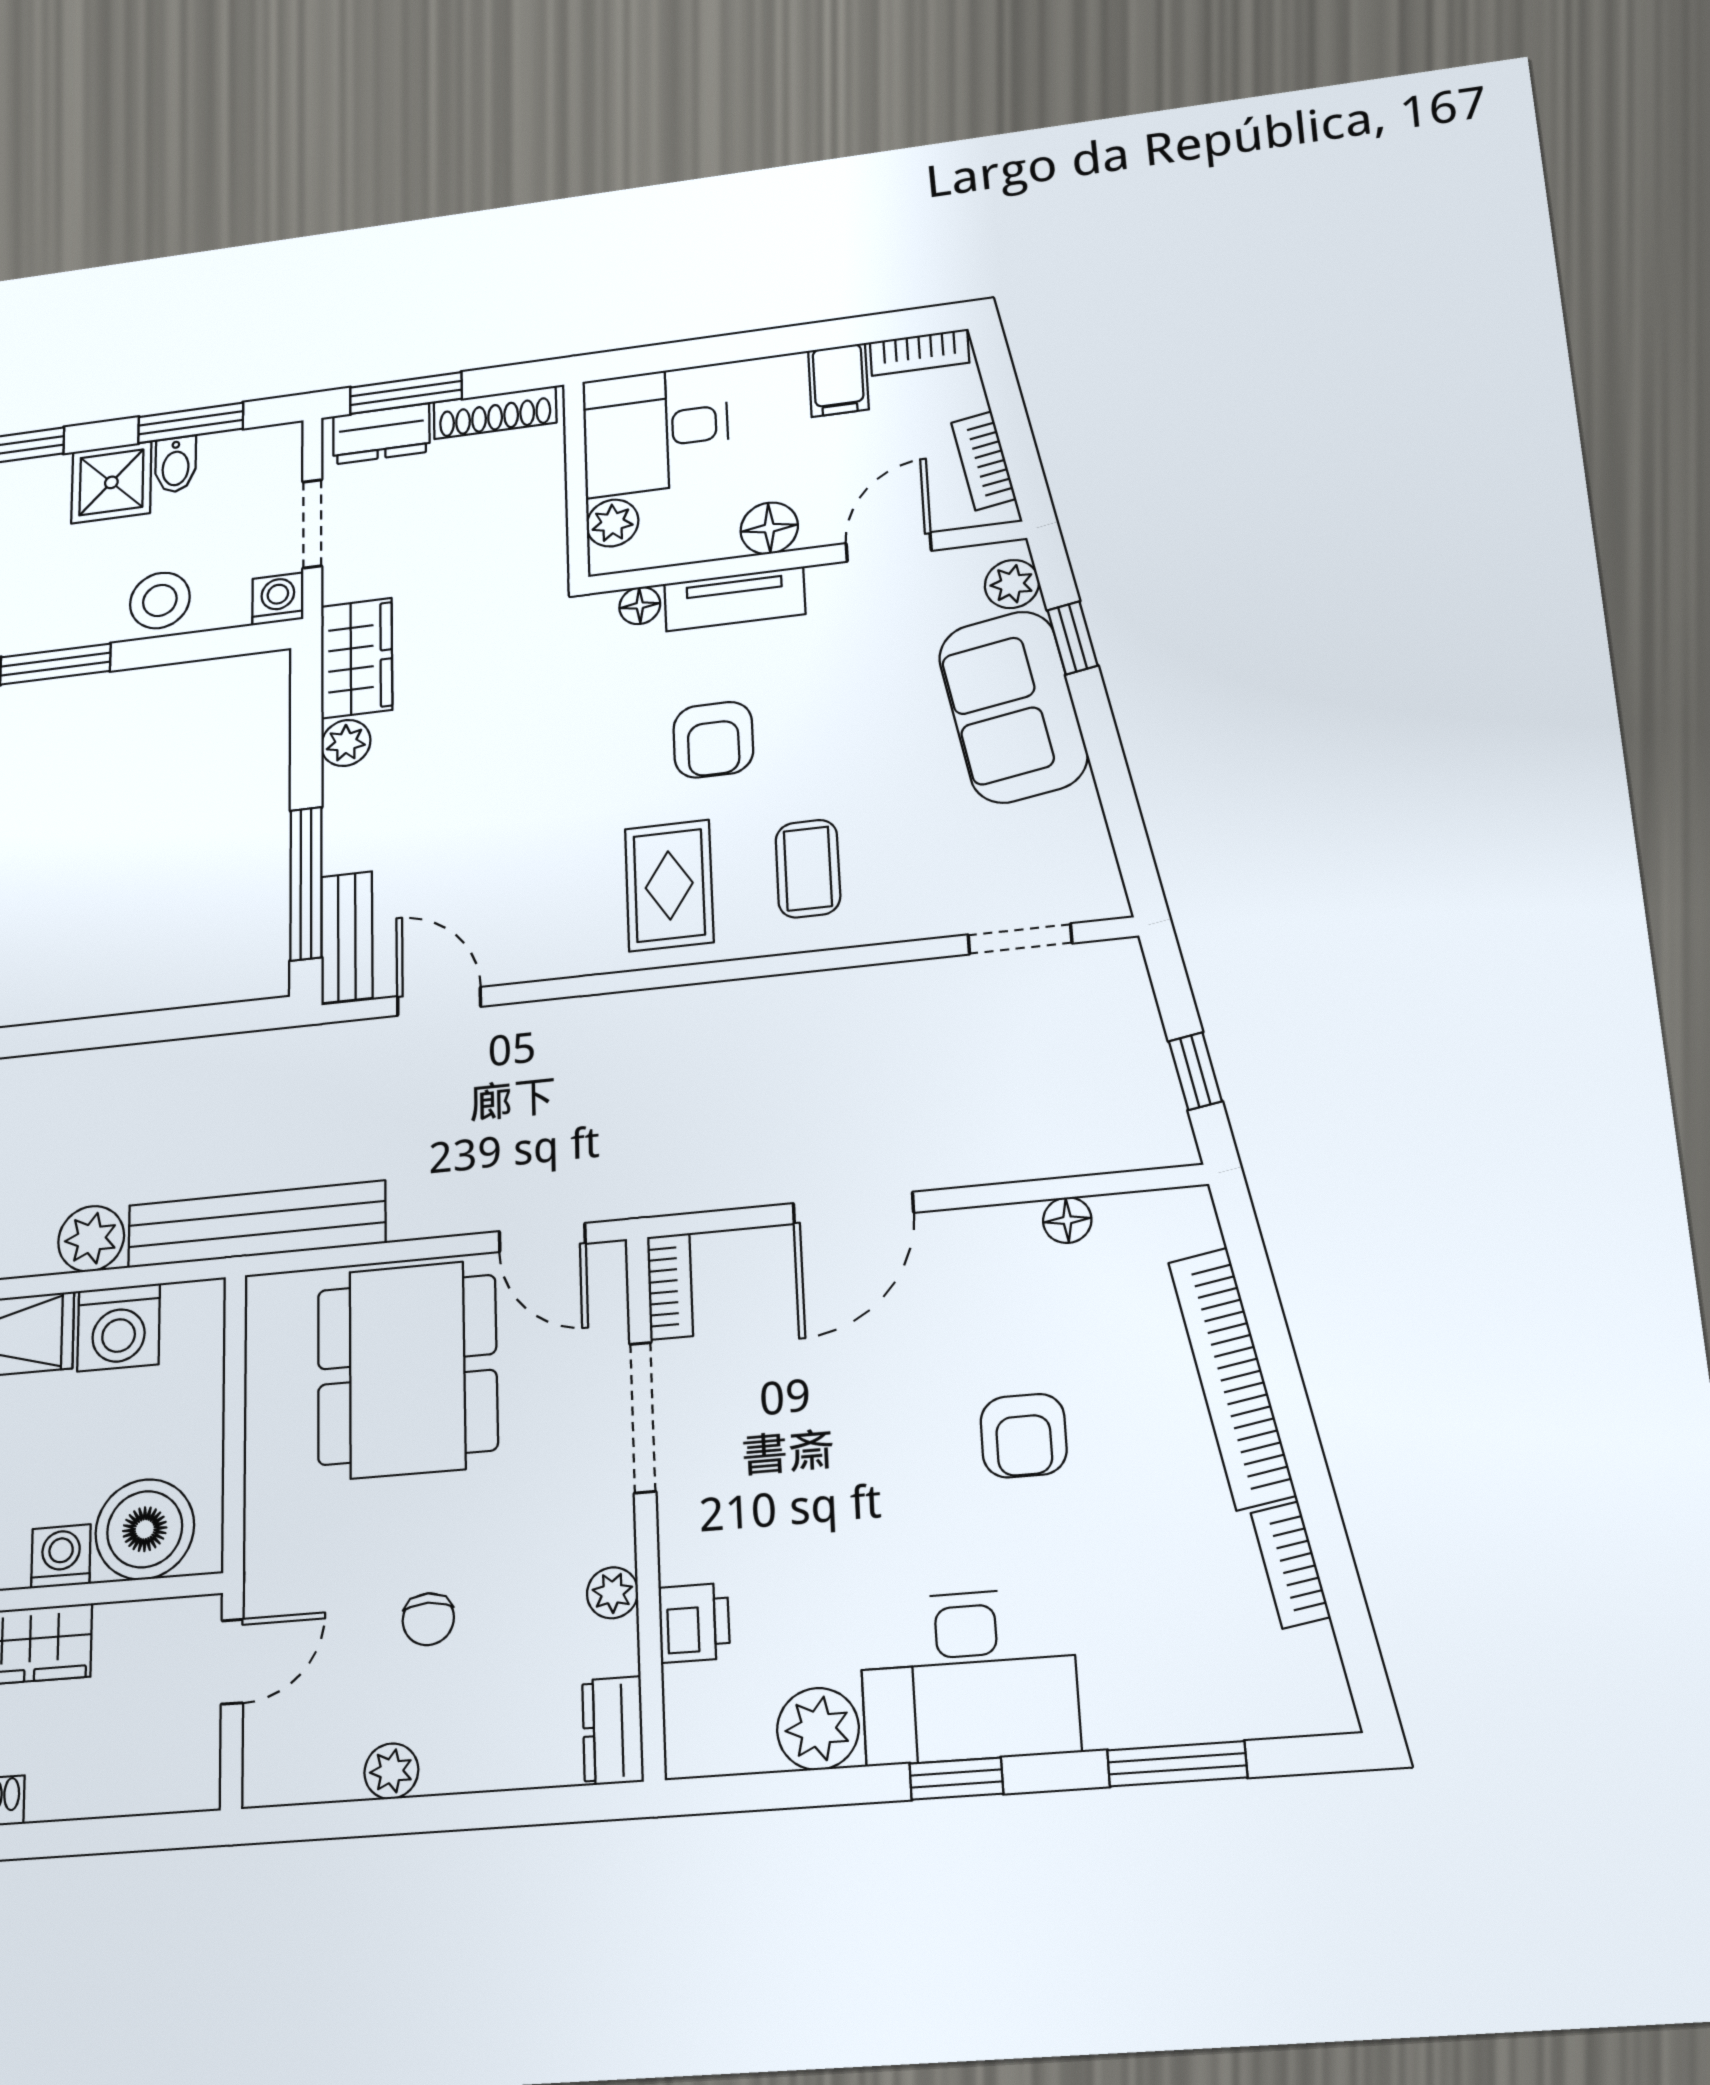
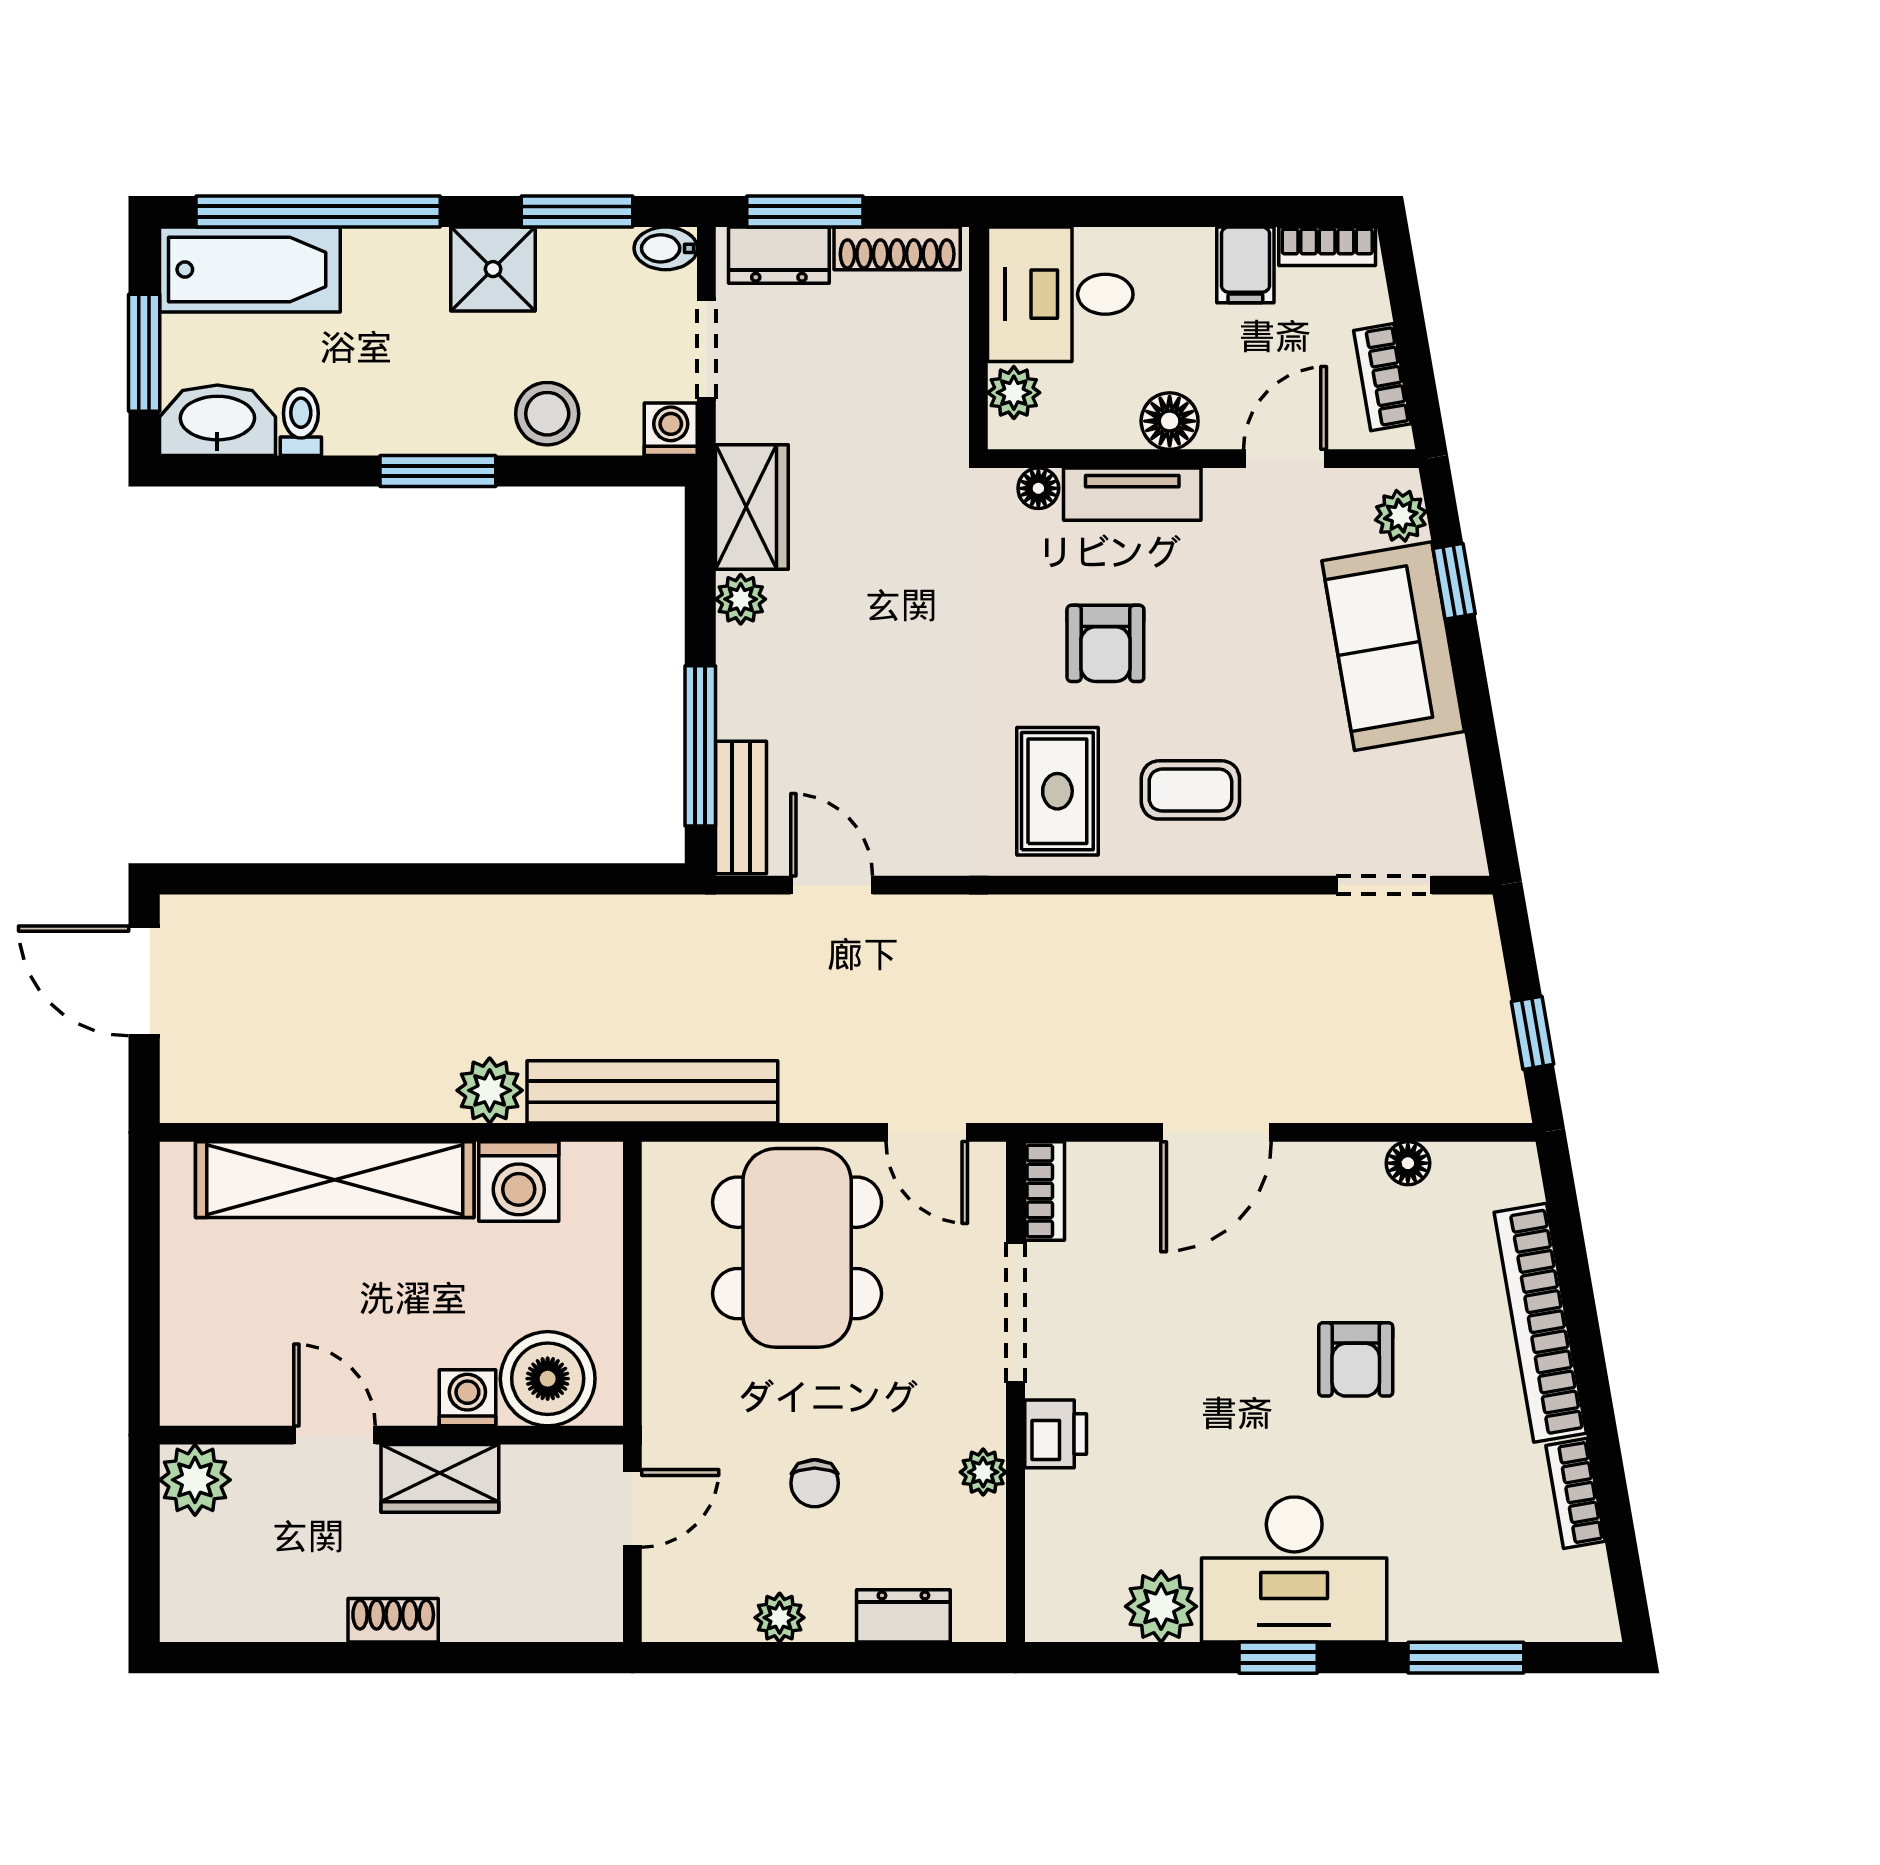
bidet: (176, 465) -> (666, 248), moved, turned 90
coffee table: (808, 869) -> (1190, 790), turned 90
printer: (694, 1623) -> (1056, 1434), moved
dresser: (613, 1731) -> (903, 1616), moved, turned 90

